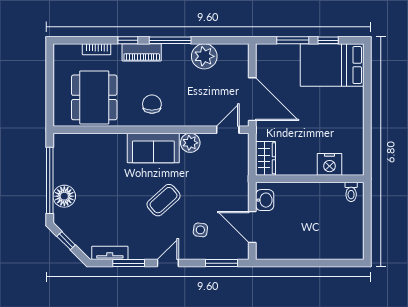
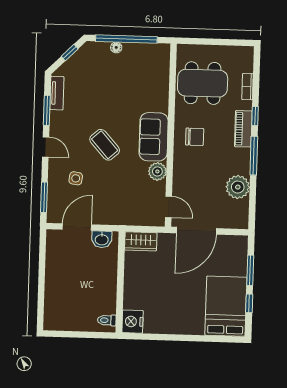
nightstand: (330, 164) -> (133, 322), moved
floor lamp: (64, 196) -> (116, 47), width x0.53, depth x0.53

